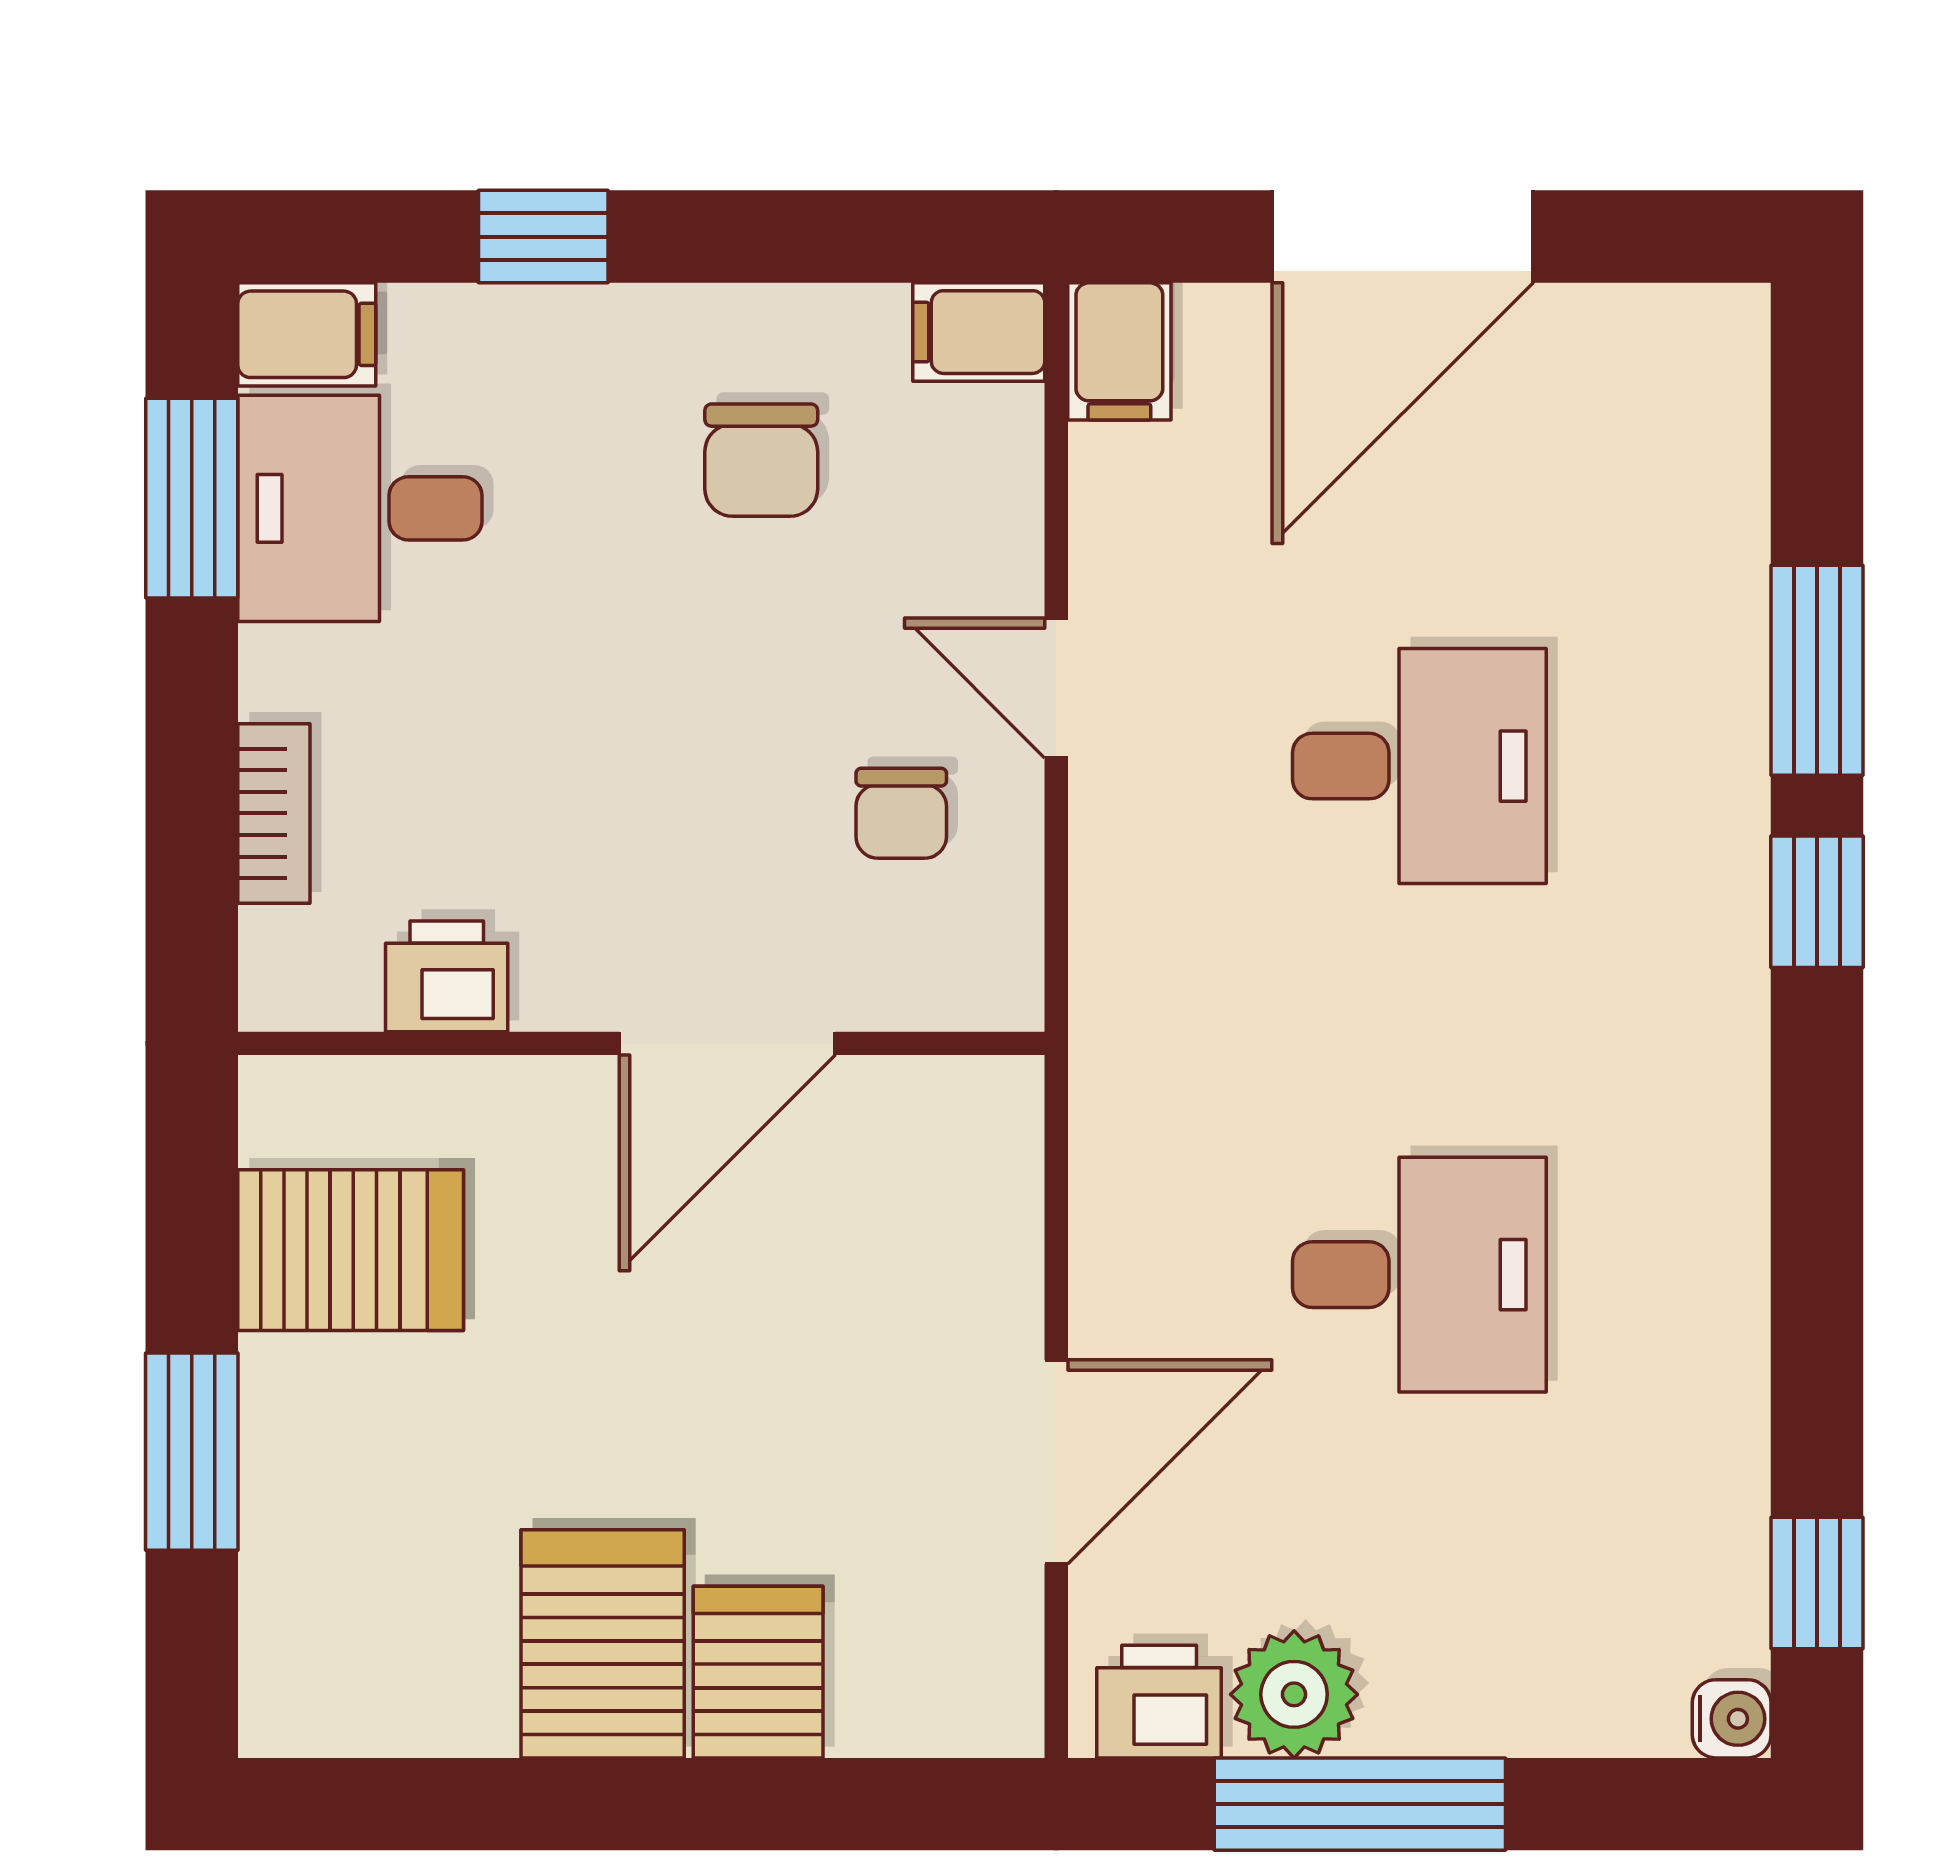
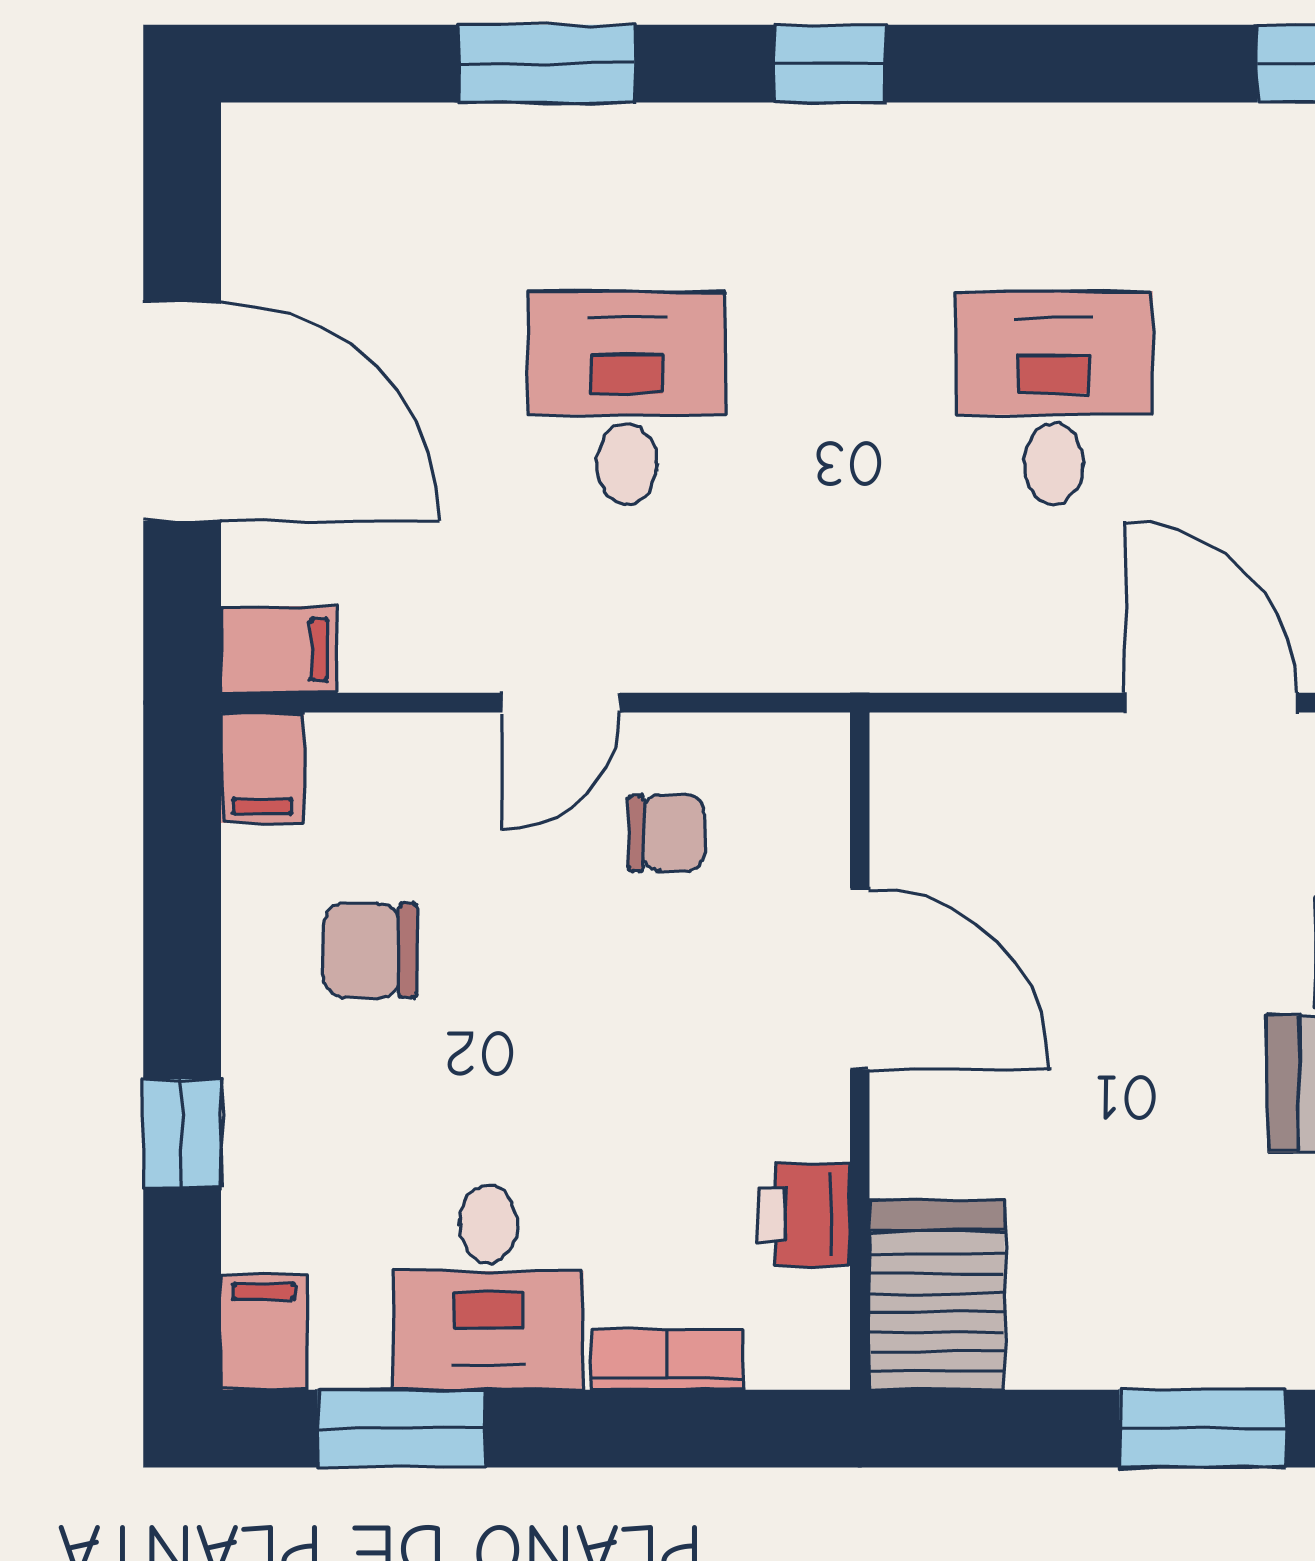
chair: (761, 460) -> (370, 950), turned 180
desk: (360, 508) -> (488, 1287), moved
window: (1817, 902) -> (830, 64), moved
server rack: (351, 1250) -> (937, 1295), moved

